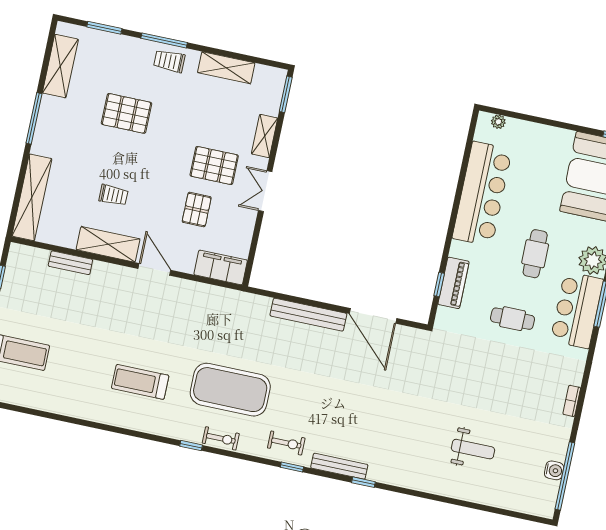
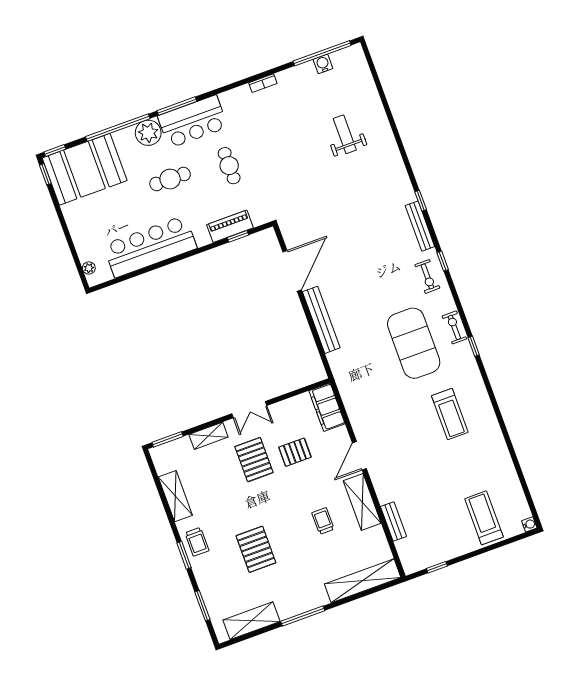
window: (164, 40) -> (184, 555), width x0.69
exercise bike: (286, 443) -> (427, 276), turned 180

